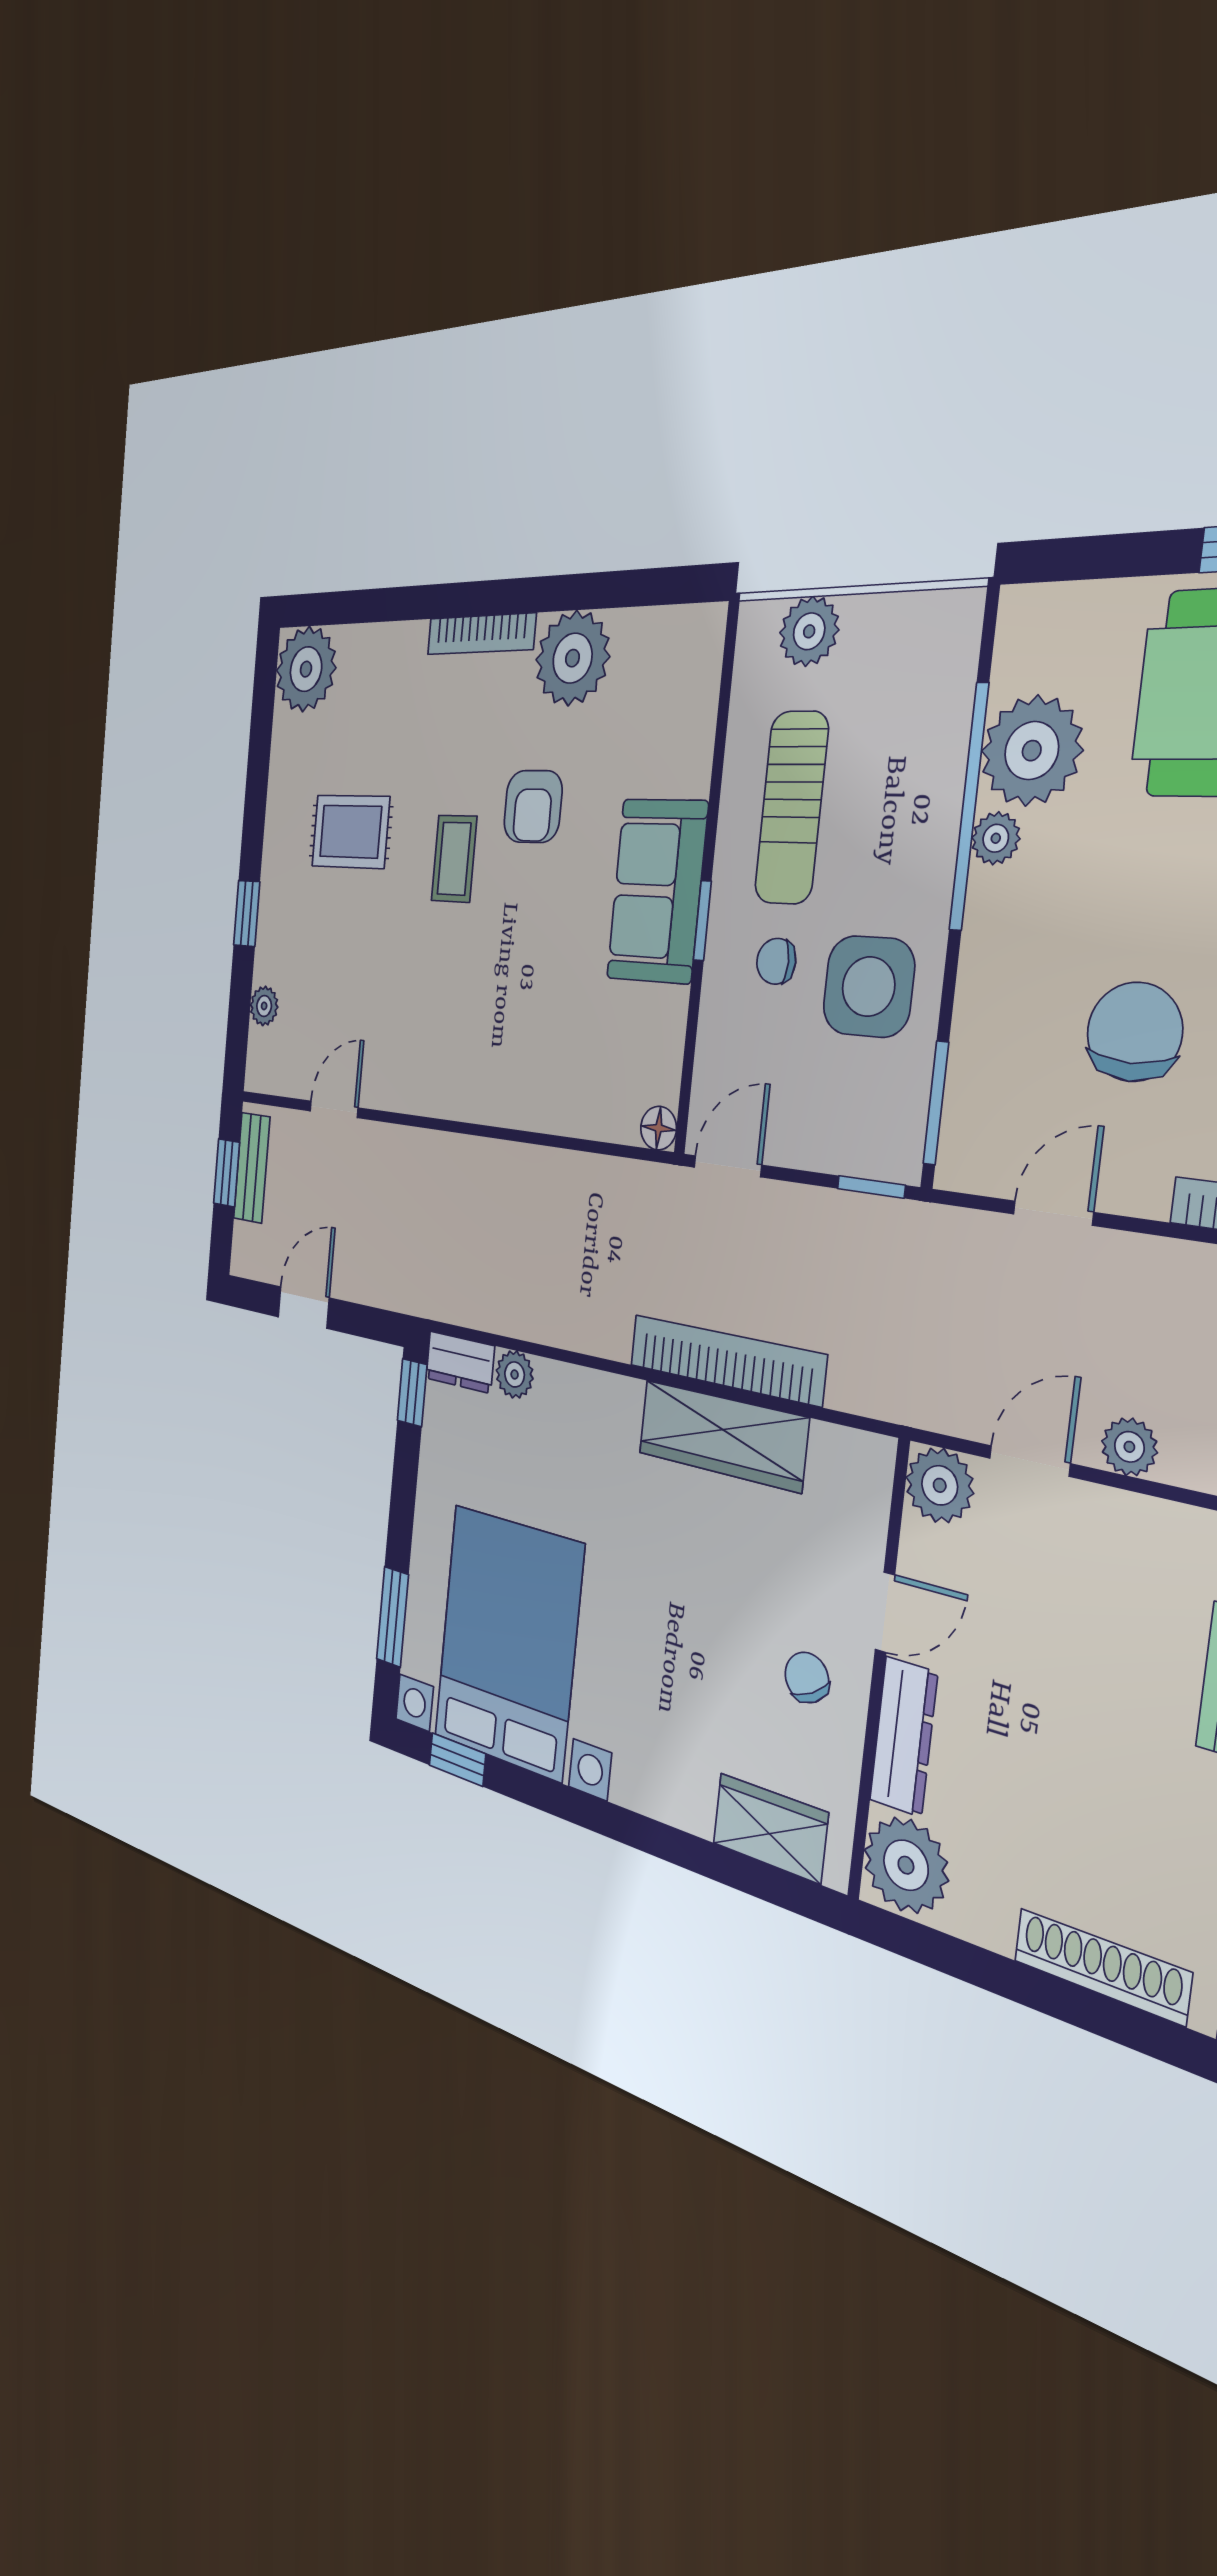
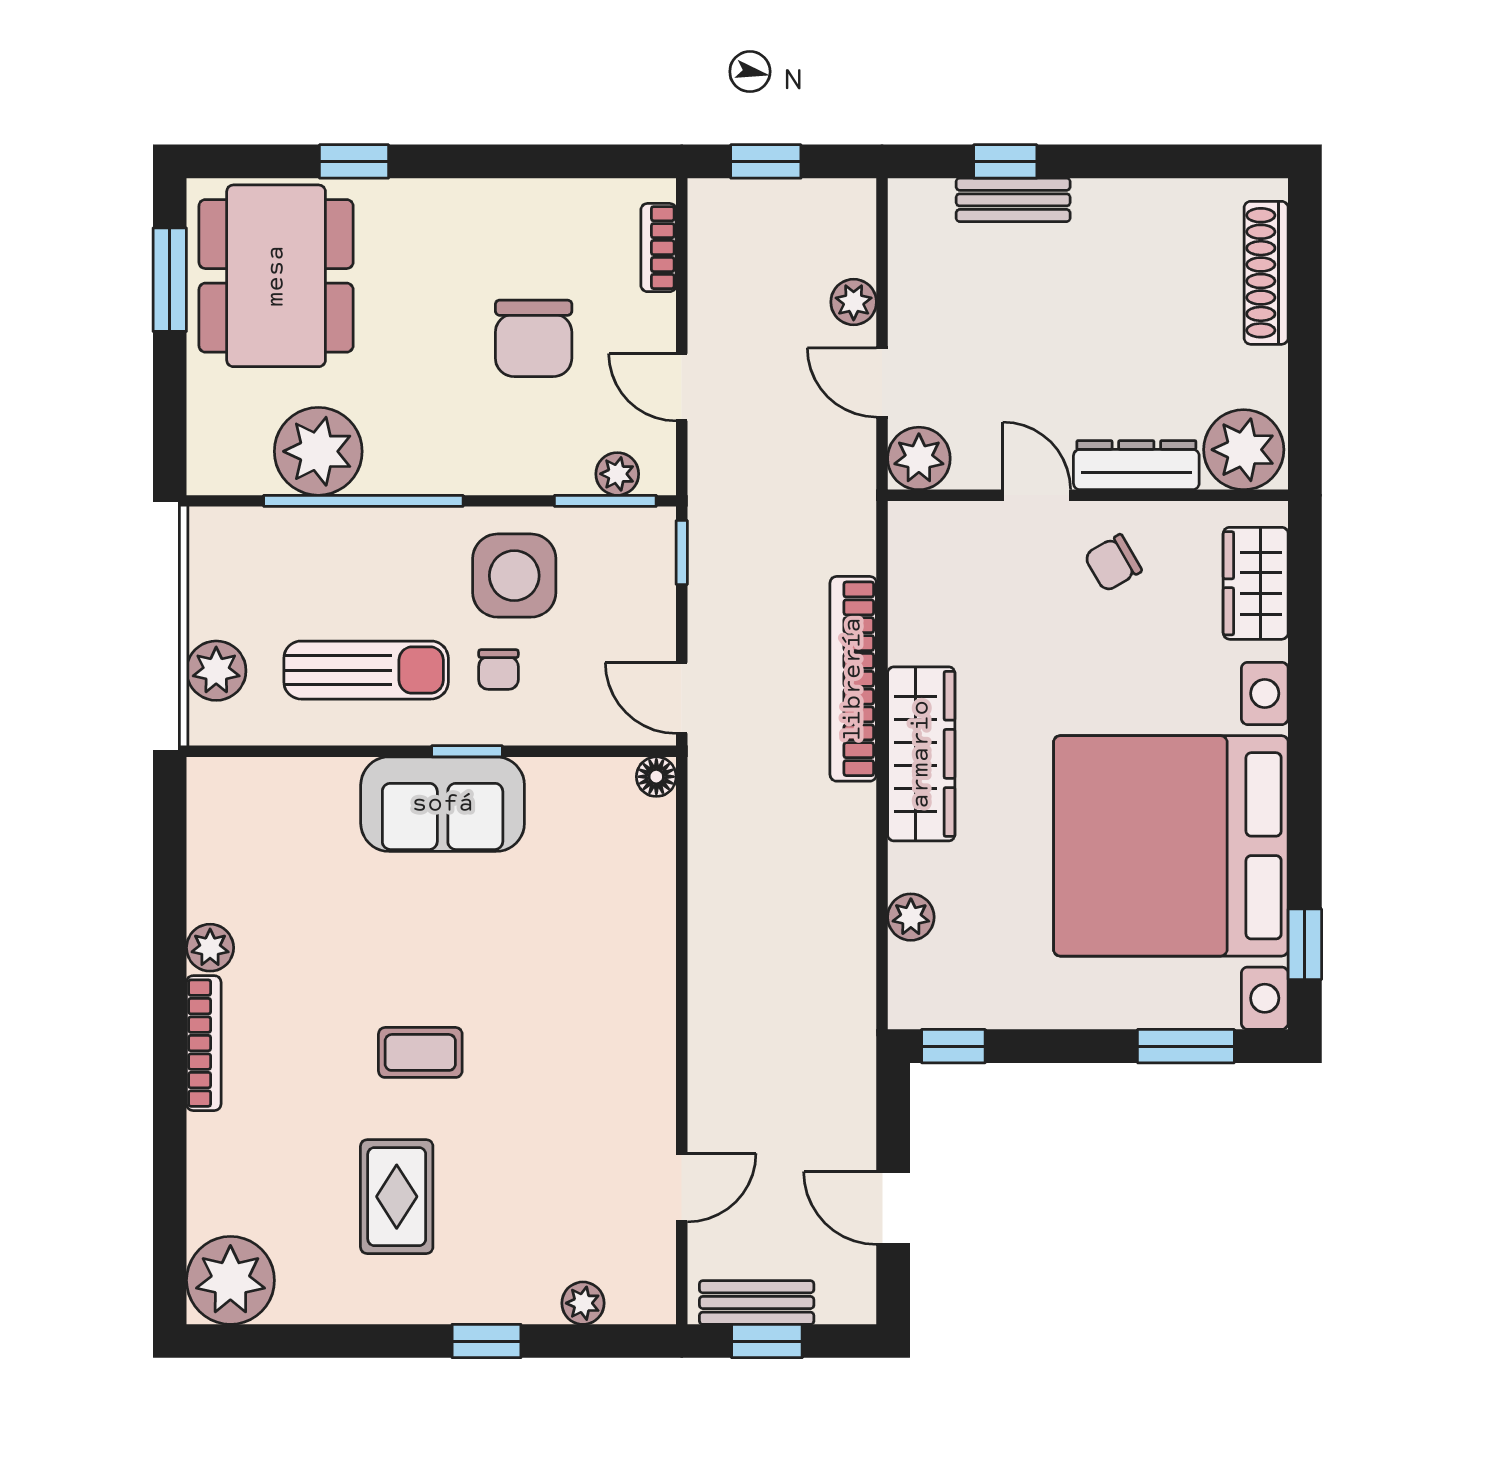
plant: (573, 658) -> (210, 948), width x0.53, depth x0.53
armchair: (533, 806) -> (368, 959), removed
plant: (996, 838) -> (617, 474), moved
chair: (1134, 1032) -> (534, 338), turned -90
door: (334, 1109) -> (682, 1188), swing flipped
dresser: (460, 1362) -> (911, 987), removed
wardrobe: (722, 1436) -> (921, 754), moved
bed with nightstands: (508, 1642) -> (1171, 846), width x1.36

